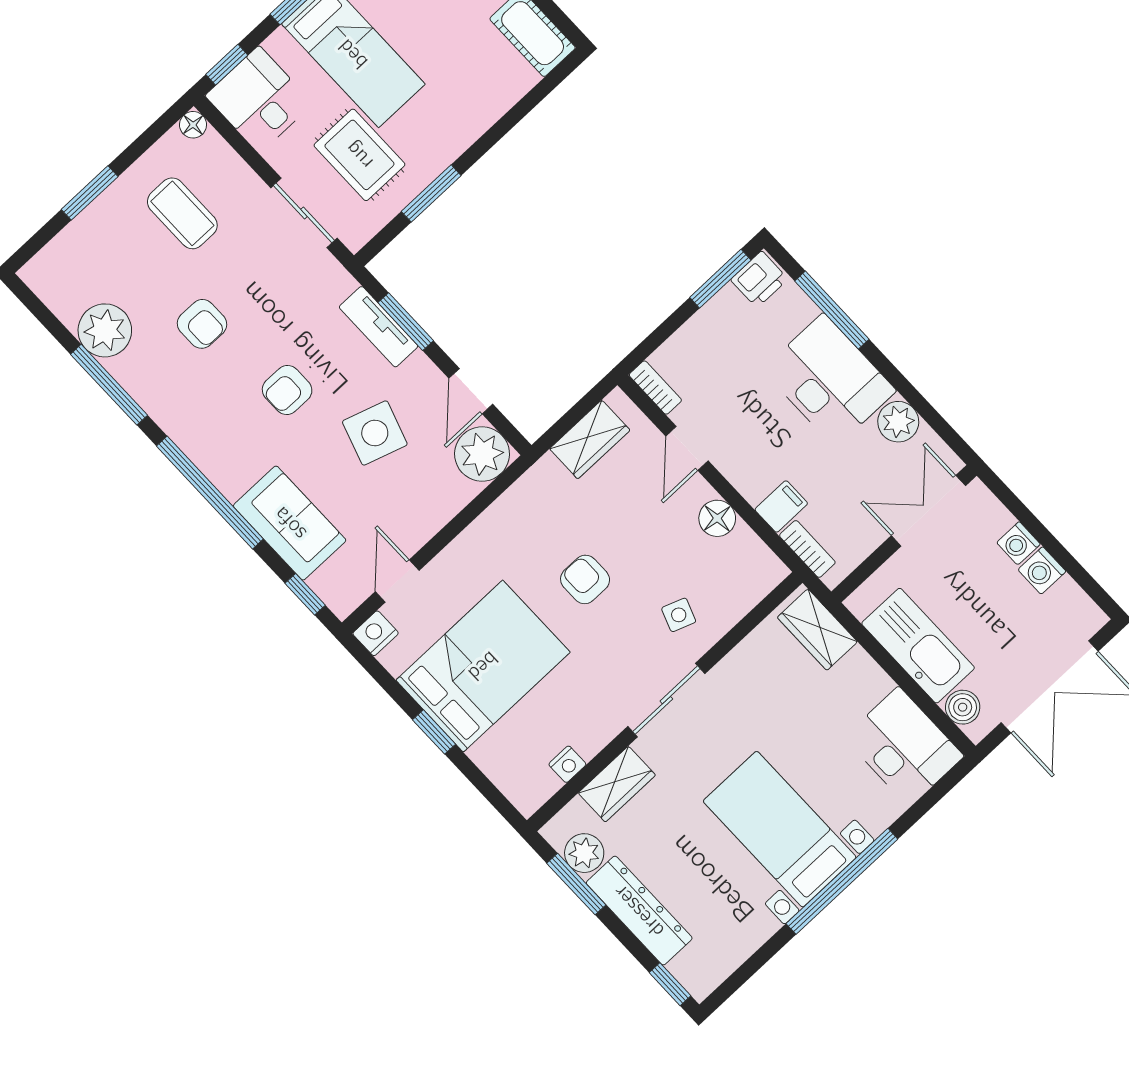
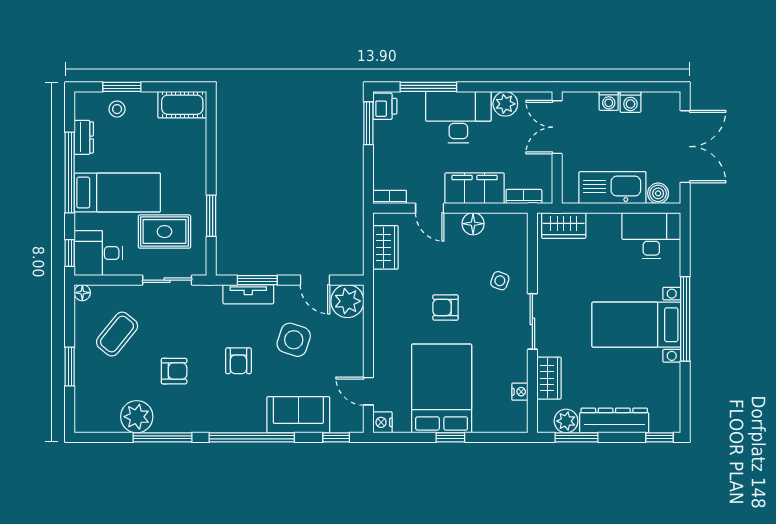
coffee table: (182, 213) -> (117, 334), turned -51
filing cabinet: (781, 506) -> (475, 188), width x3.00, depth x1.17

